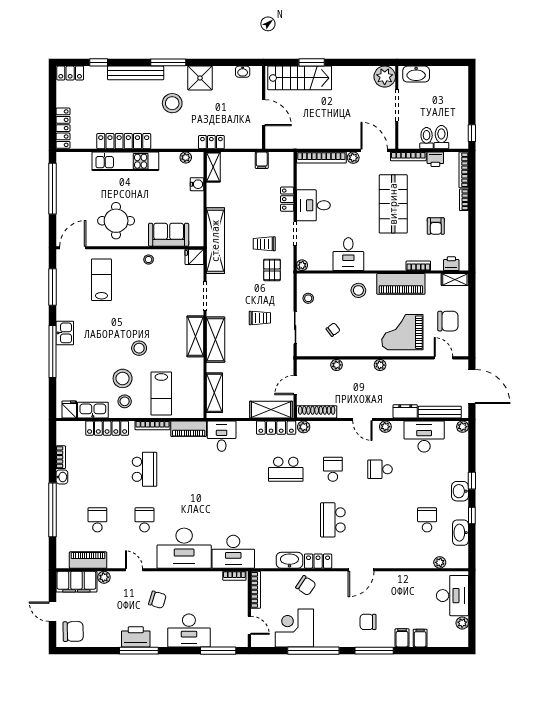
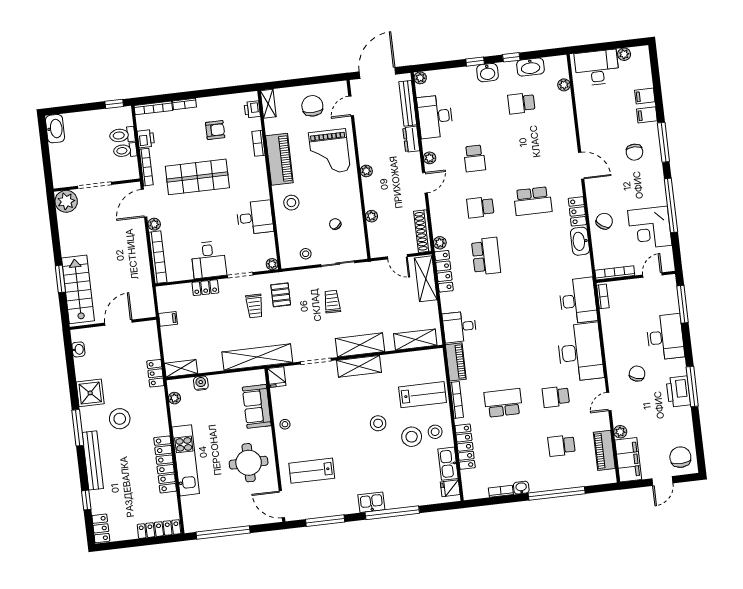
washbasin: (416, 74) -> (55, 129), moved
pallet: (272, 270) -> (281, 295), turned 90

